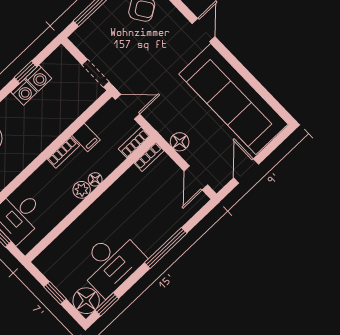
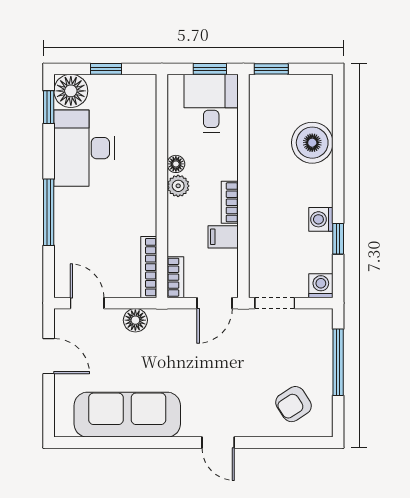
washing machine: (39, 78) -> (321, 286), moved, turned 90
sofa: (233, 99) -> (127, 415), width x0.74, depth x0.79
bookcase: (149, 157) -> (149, 267), width x1.56
floor lamp: (95, 179) -> (176, 164), moved

